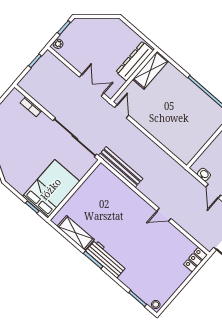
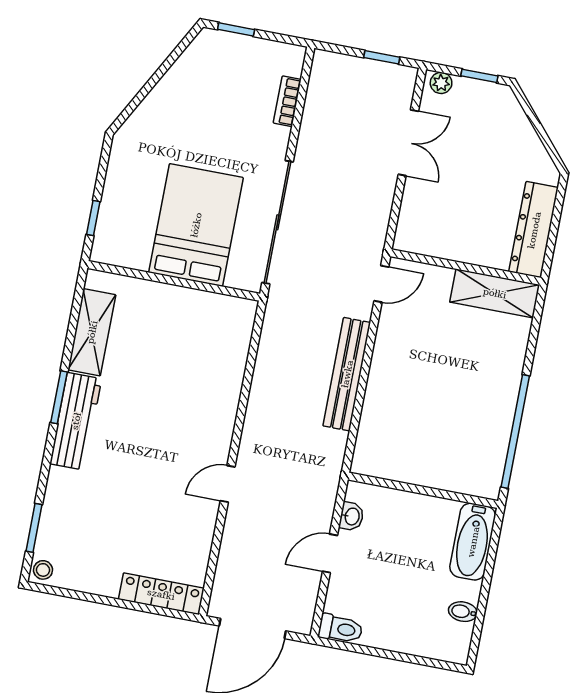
dresser: (135, 61) -> (534, 230), moved, turned -90
double door: (92, 85) -> (408, 143), moved
bench: (121, 167) -> (347, 374), moved
bed: (51, 189) -> (196, 225), moved, turned -90
door: (164, 215) -> (228, 484), hinge flipped
locker: (195, 260) -> (161, 594), width x1.53

